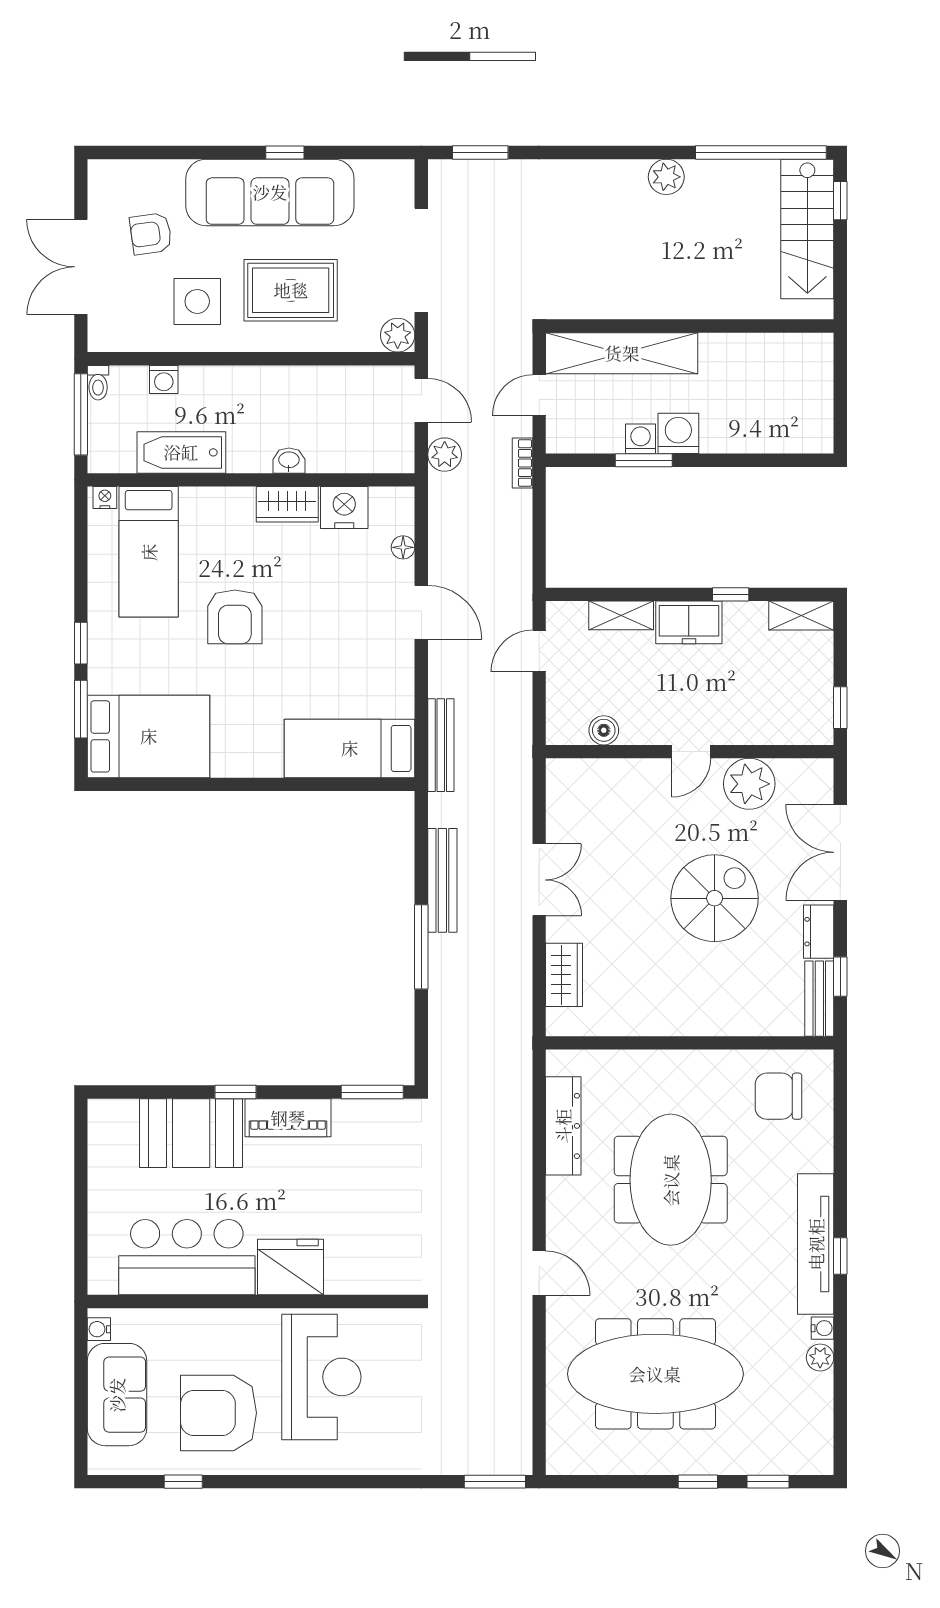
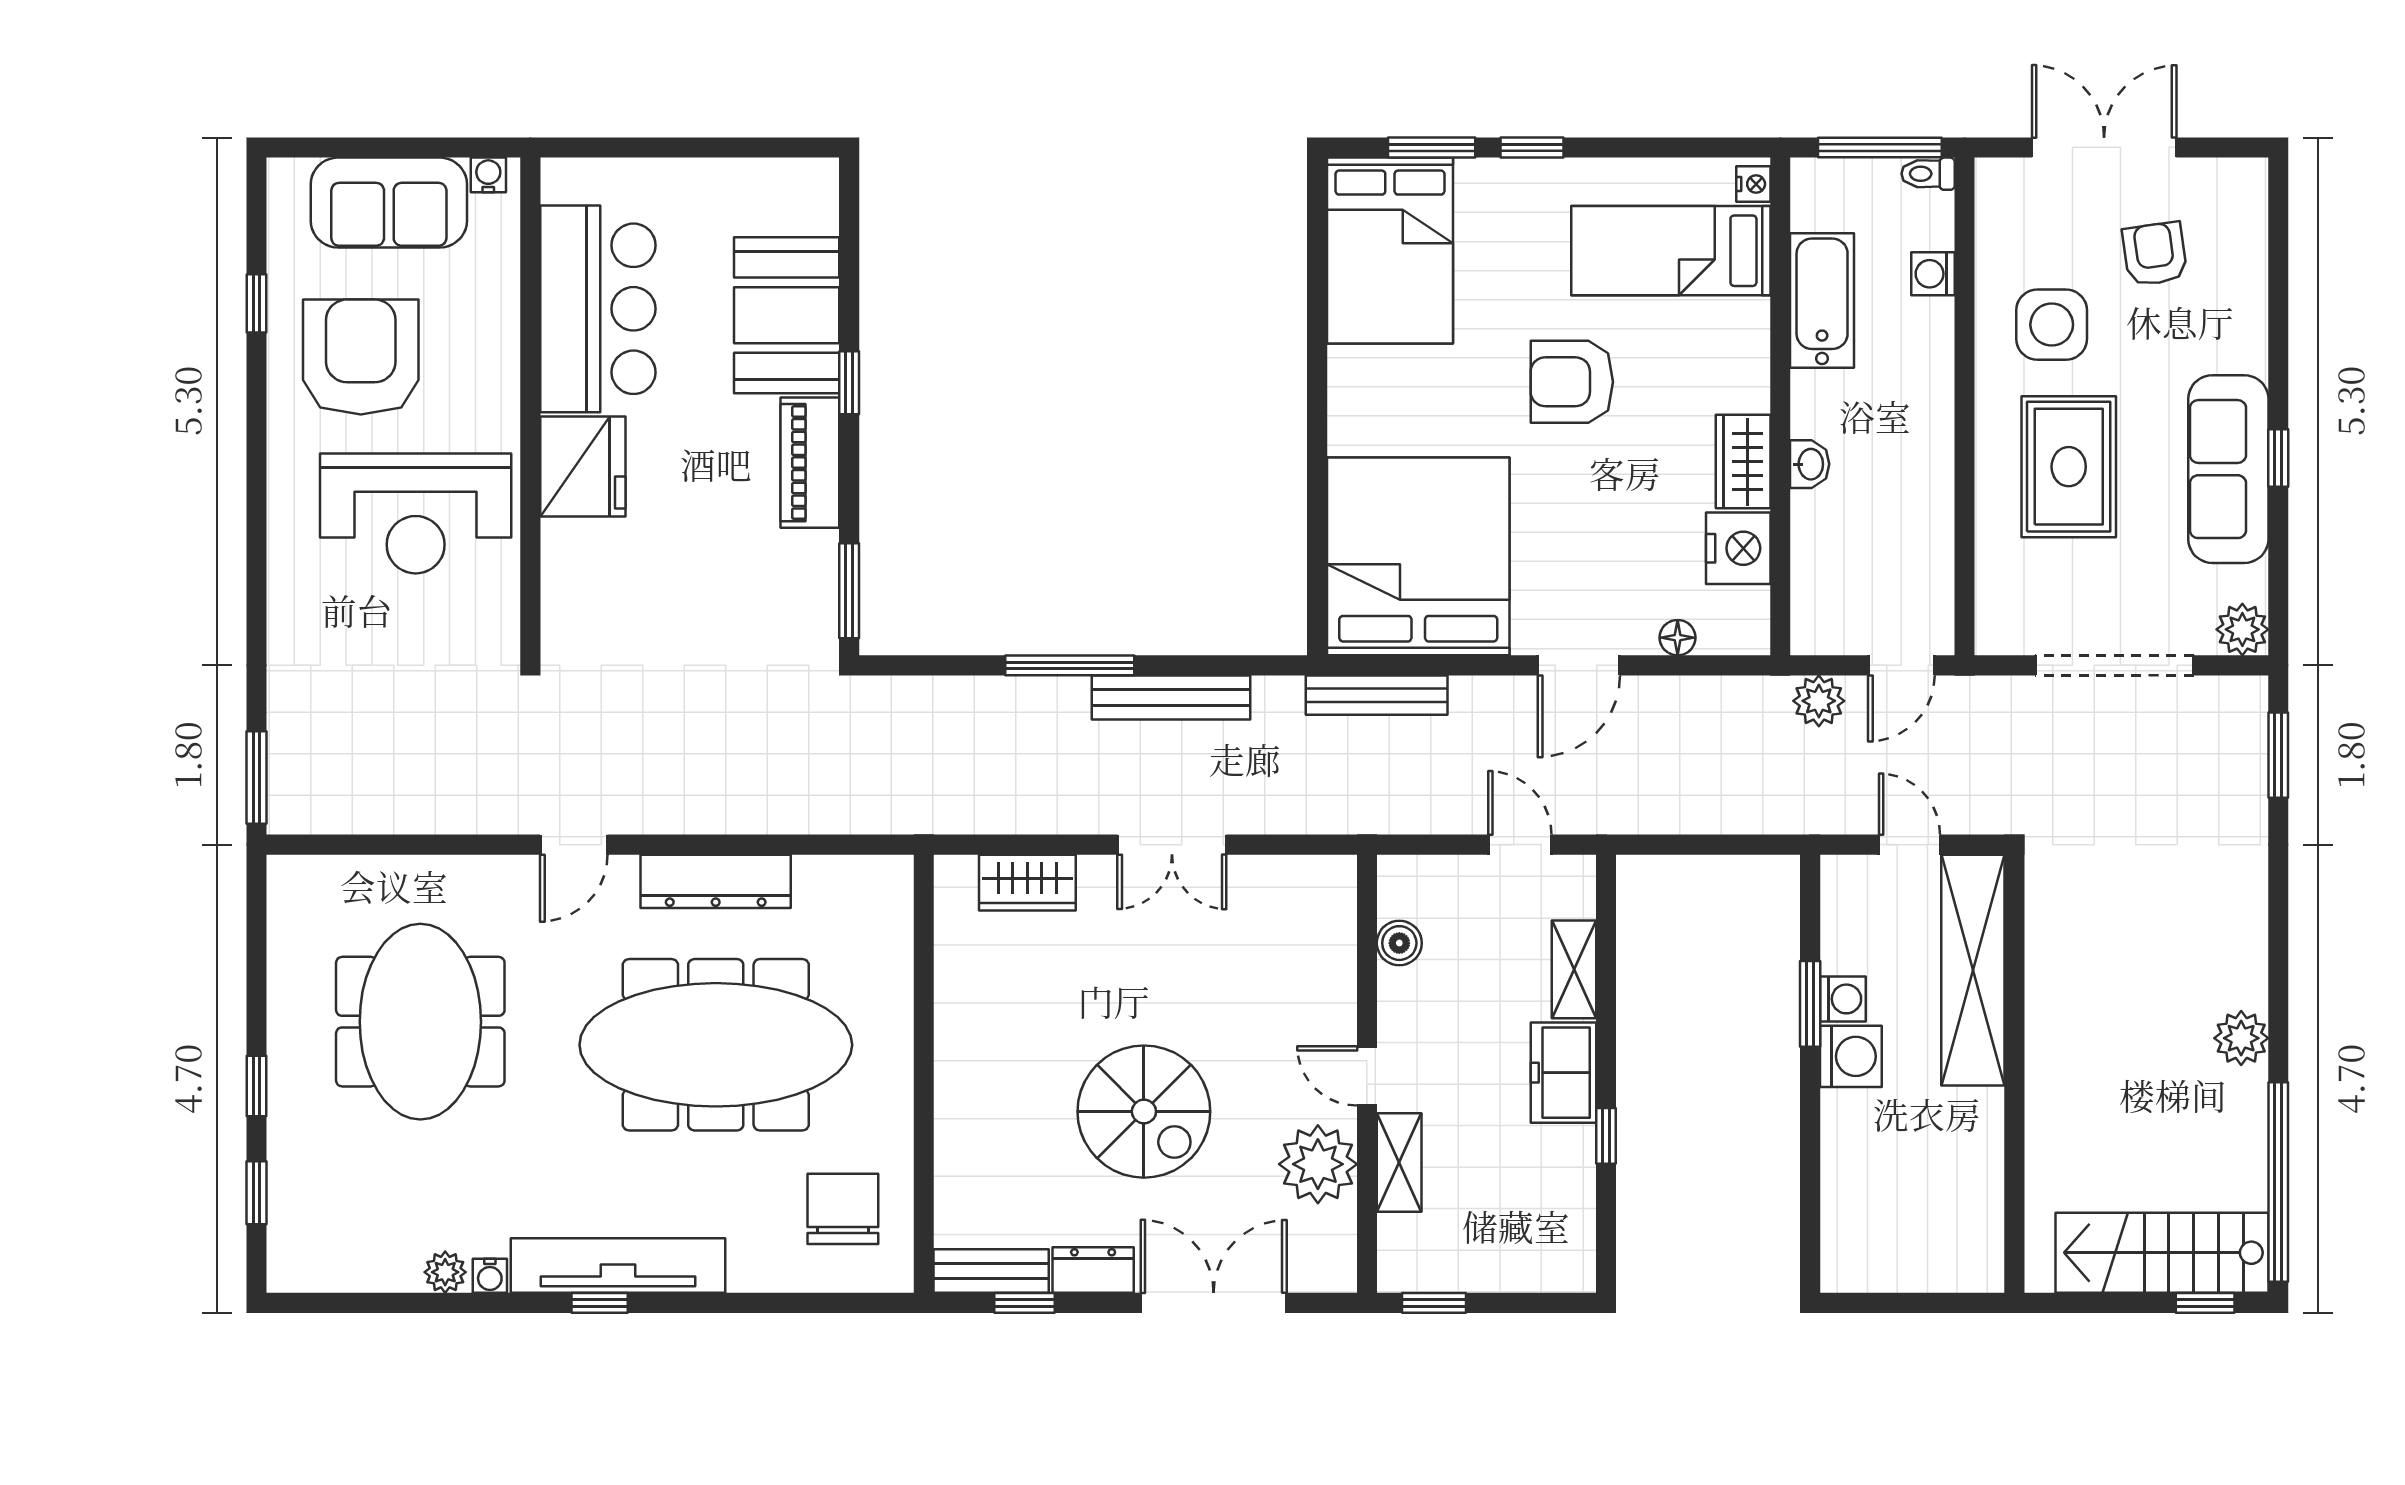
sofa: (270, 192) -> (2228, 469), width x0.74, depth x0.79
plant: (398, 335) -> (2242, 629), moved
bookcase: (523, 463) -> (1806, 819), removed
shelving: (801, 616) -> (1399, 1163), moved
bed: (350, 748) -> (1418, 556), width x2.04
dresser: (563, 1126) -> (716, 881), moved
meeting table: (671, 1180) -> (716, 1045), width x1.36
meeting table: (655, 1374) -> (420, 1022), width x0.73

